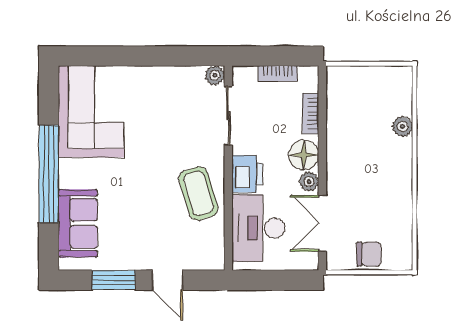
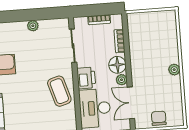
plant: (215, 75) -> (33, 26), moved
plant: (403, 127) -> (174, 70), moved
chair: (369, 254) -> (159, 118), turned -90

